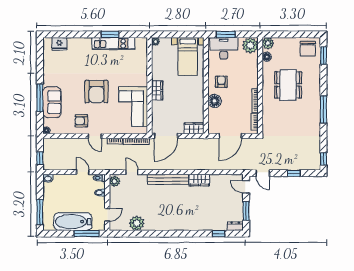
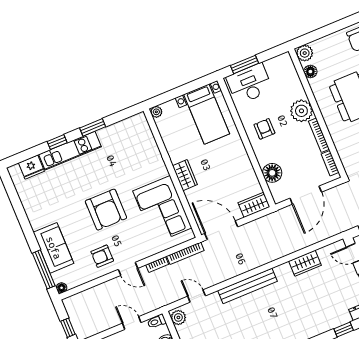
window: (83, 34) -> (57, 142), added
kitchen unit: (113, 43) -> (70, 151), moved
plant: (250, 45) -> (301, 111), moved
window: (40, 98) -> (44, 269), moved
floor lamp: (214, 101) -> (272, 173), moved
door: (166, 136) -> (221, 230), swing flipped
wardrobe: (199, 180) -> (305, 263), moved

